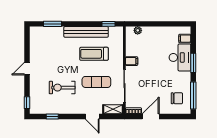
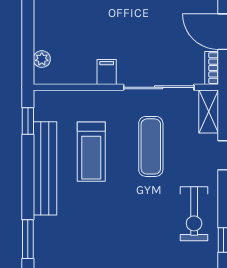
exercise bike: (62, 88) -> (194, 214), moved

